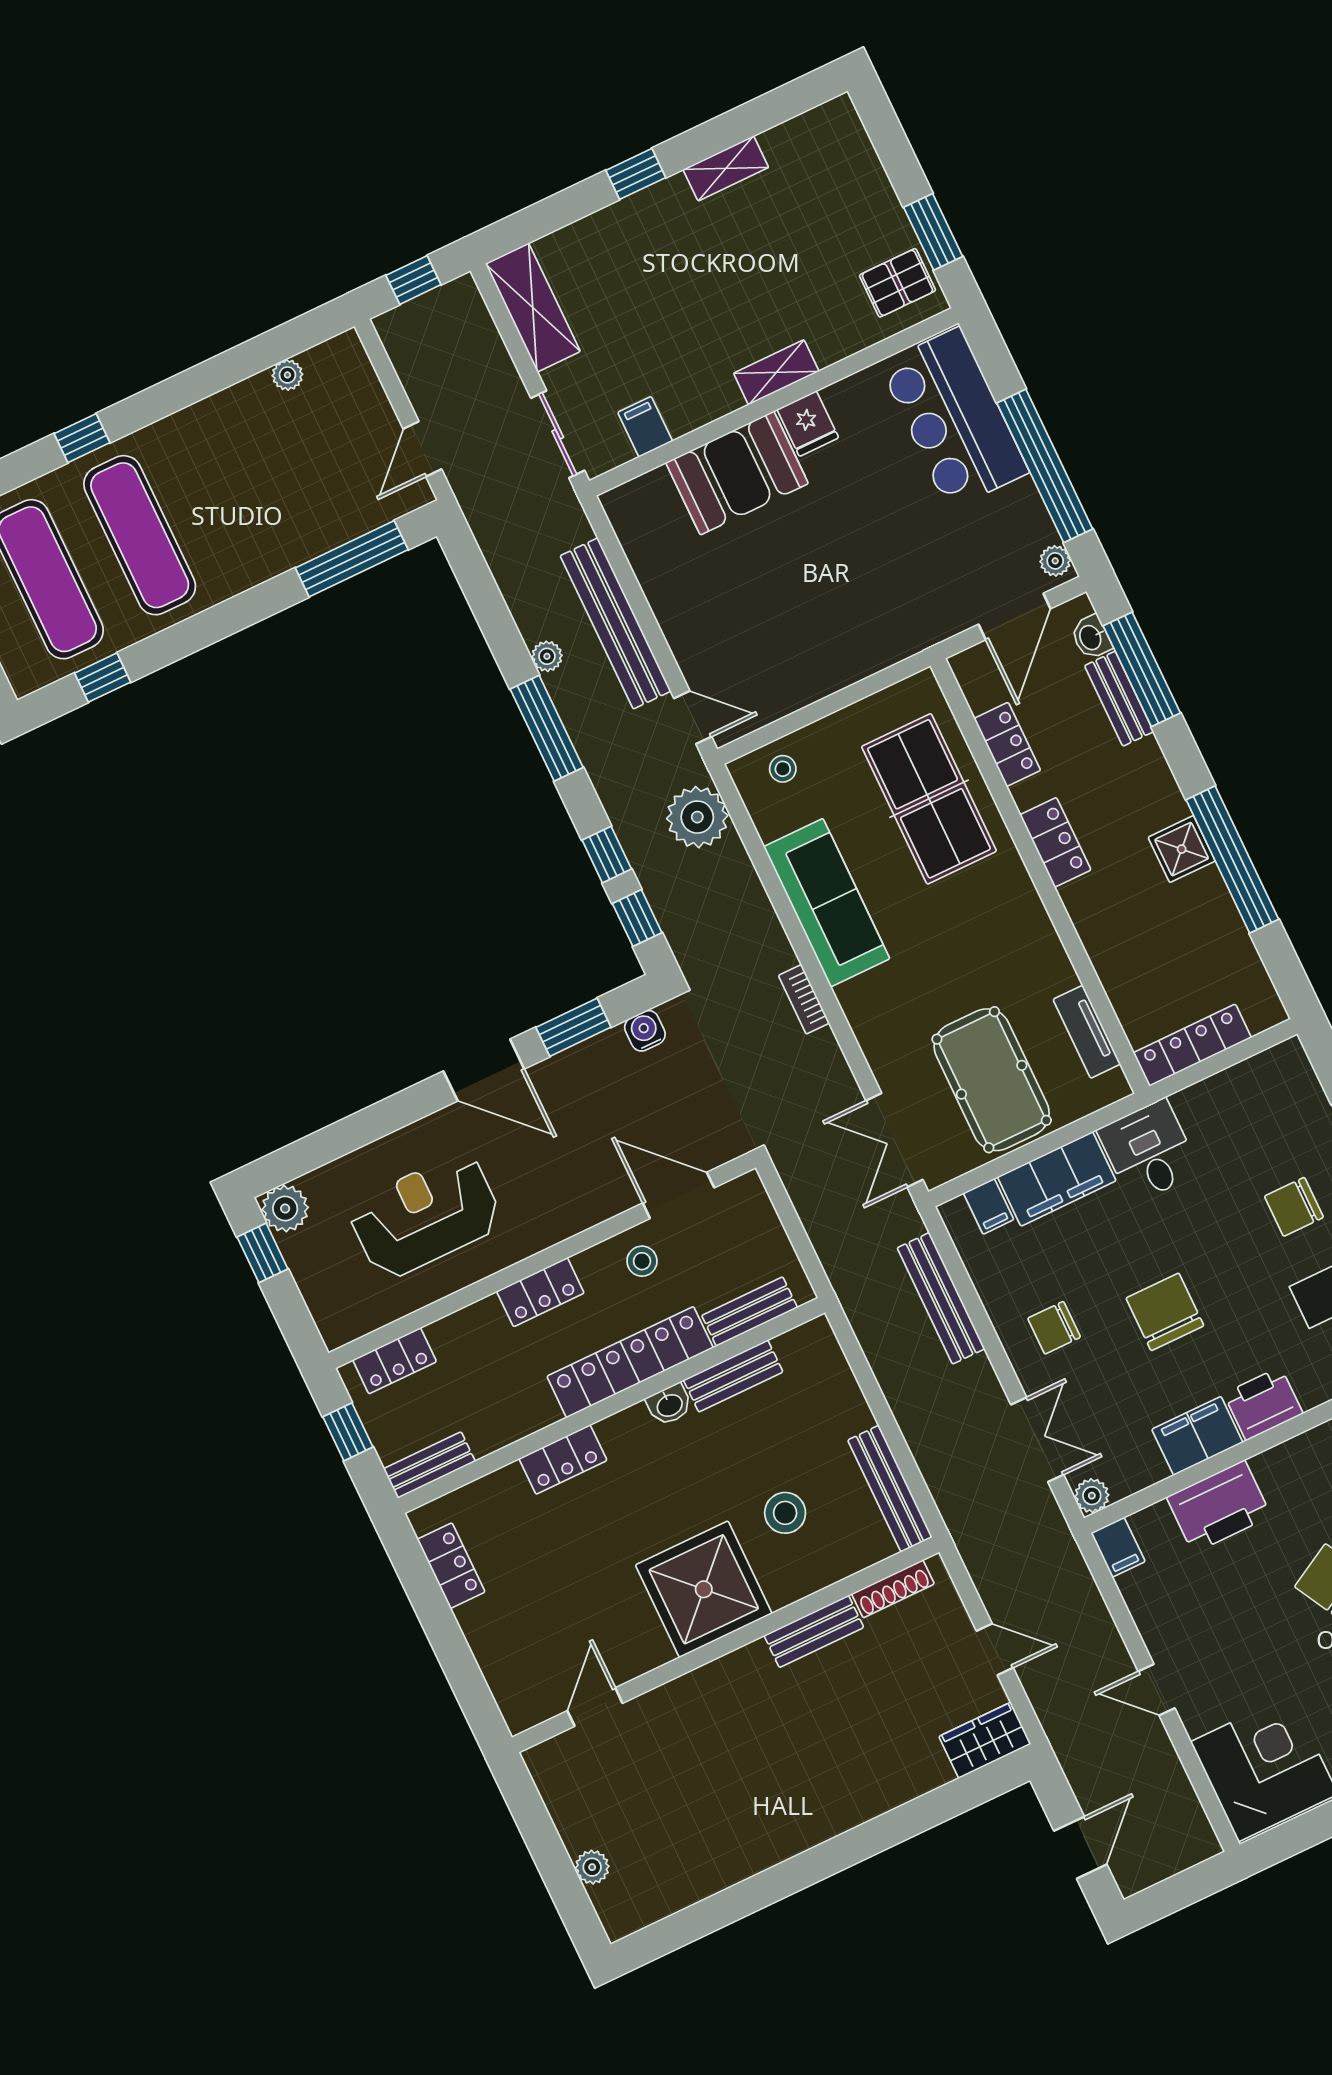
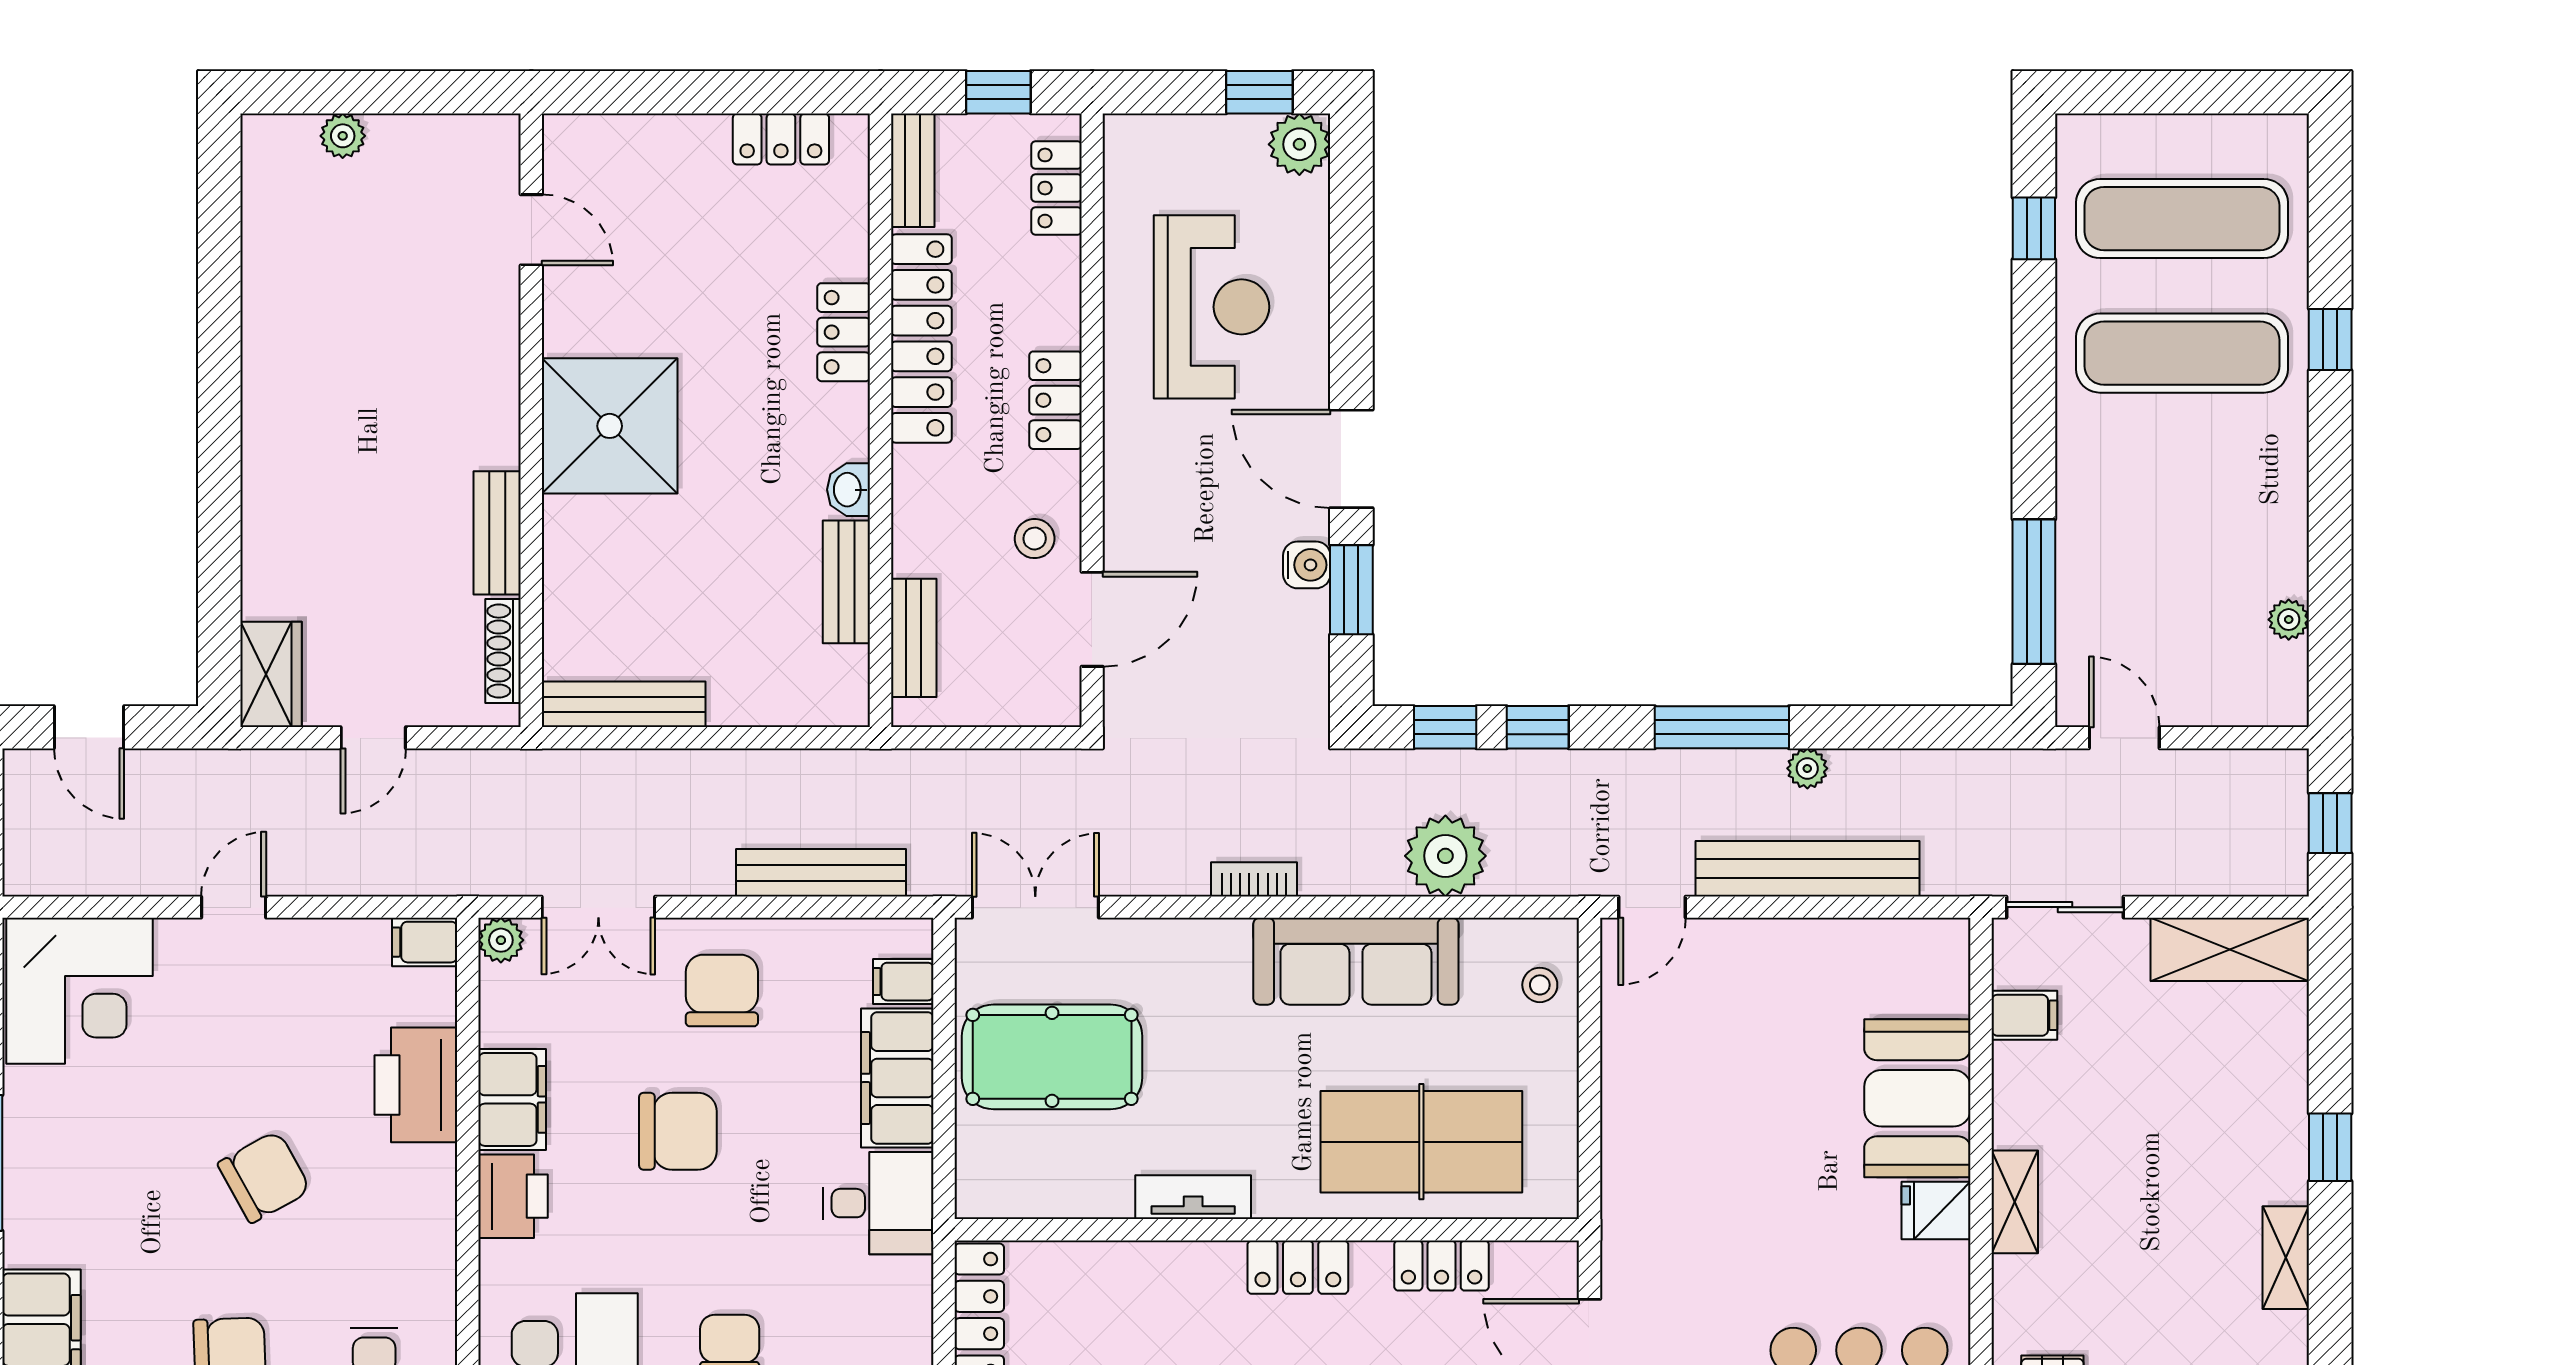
plant: (697, 817) -> (1445, 856), moved
water cooler: (645, 1031) -> (1307, 565), moved
tv unit: (1087, 1032) -> (1193, 1197), moved
door: (484, 1070) -> (1351, 459), hinge flipped
chair: (1054, 1328) -> (722, 991), width x1.37, depth x1.37
locker: (630, 1362) -> (921, 338), moved
stool: (785, 1513) -> (654, 566), removed

